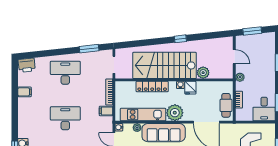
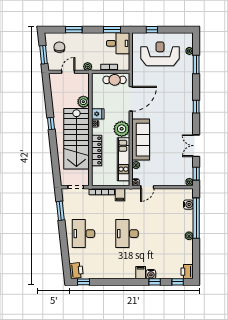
chair: (260, 48) -> (59, 47), added
window: (15, 73) -> (83, 282), added
filing cabinet: (25, 92) -> (141, 273), moved

